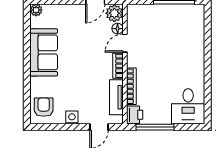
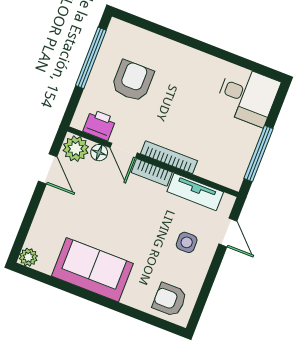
armchair: (170, 32) -> (133, 81), added
bookcase: (131, 86) -> (169, 157), moved
printer: (135, 115) -> (100, 125), moved
side table: (72, 117) -> (187, 242), moved

